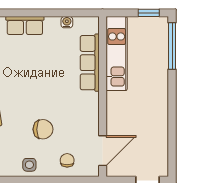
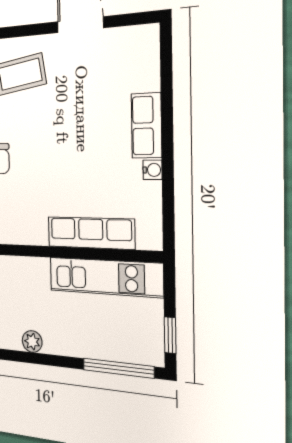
water cooler: (67, 22) -> (153, 170), moved
plant: (161, 105) -> (32, 341), added

